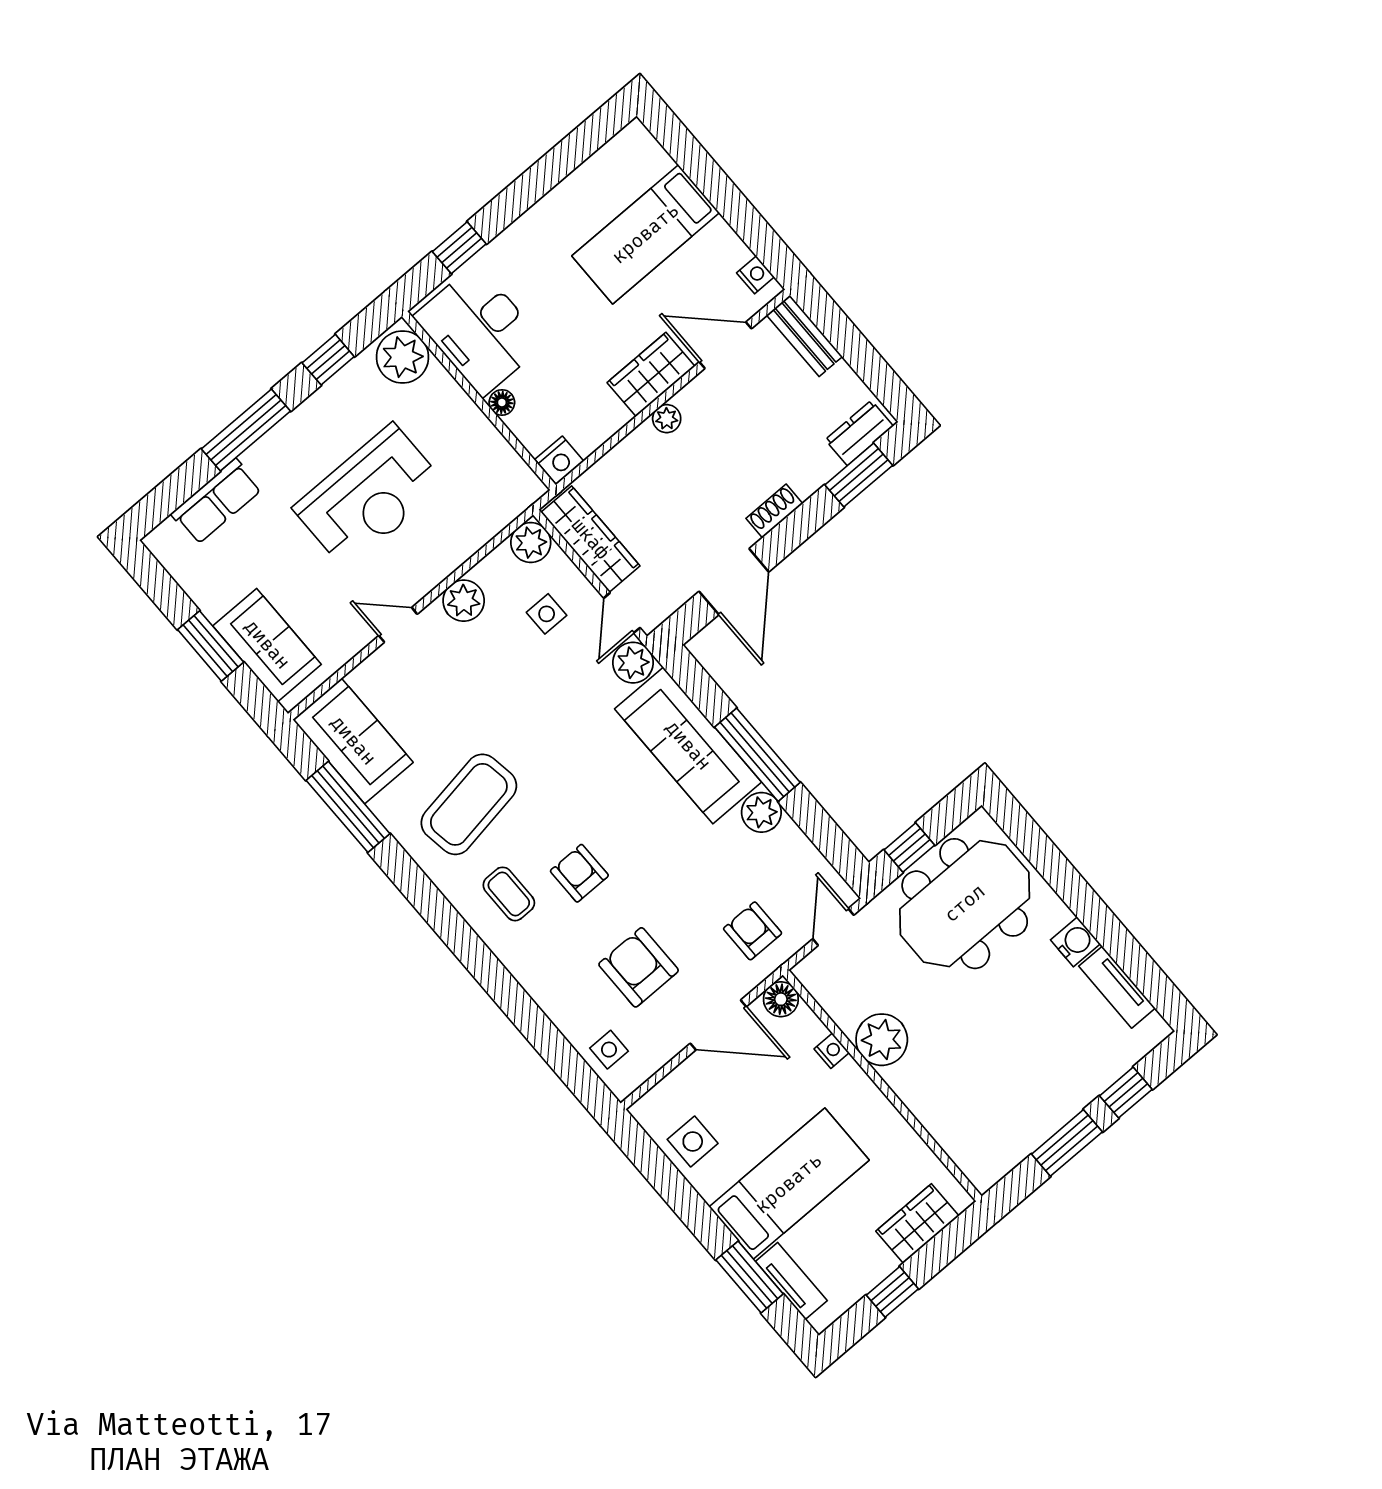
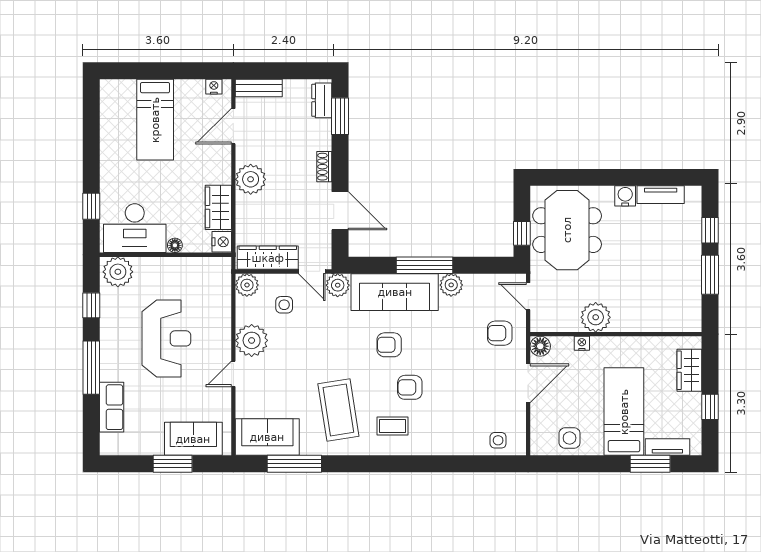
wardrobe: (651, 374) -> (218, 207), moved
plant: (667, 419) -> (251, 179), width x1.88, depth x1.88
plant: (464, 601) -> (252, 340), width x1.36, depth x1.36
armchair: (639, 967) -> (389, 345), moved, width x0.72, depth x0.72

